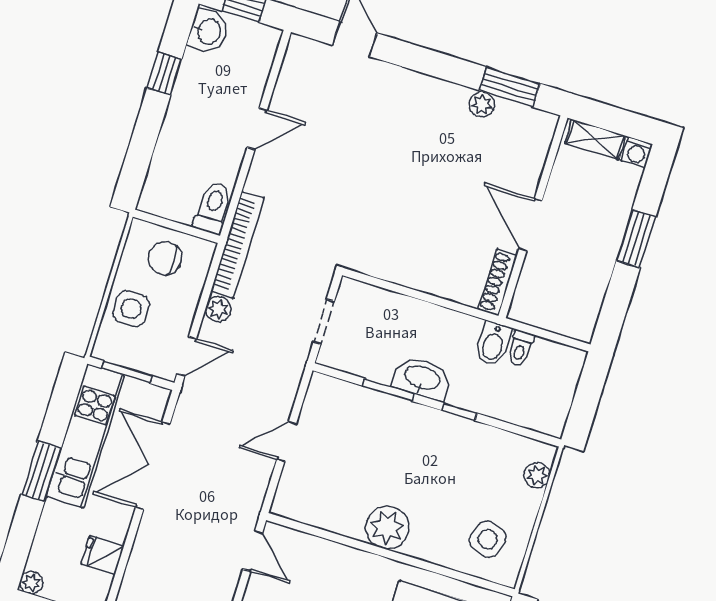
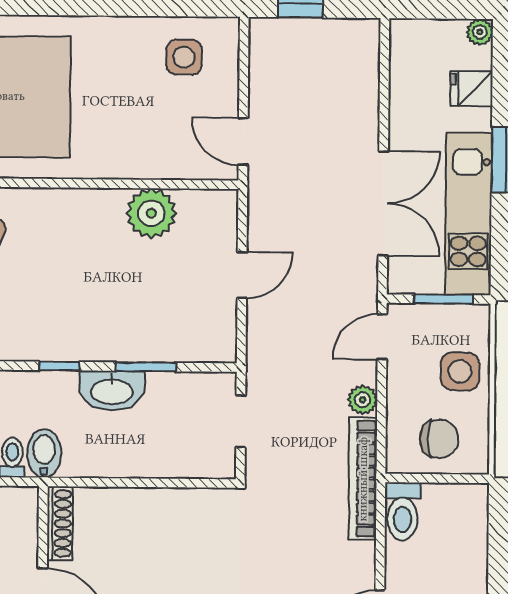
plant: (387, 528) -> (151, 213), moved
fridge: (103, 555) -> (472, 89), moved, turned 180

